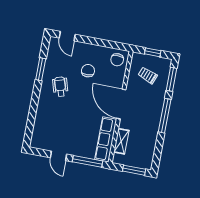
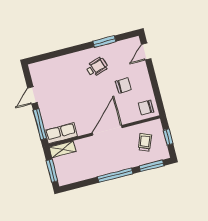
row of seats: (106, 139) -> (61, 133), width x0.68
shelving: (121, 141) -> (63, 149), moved

